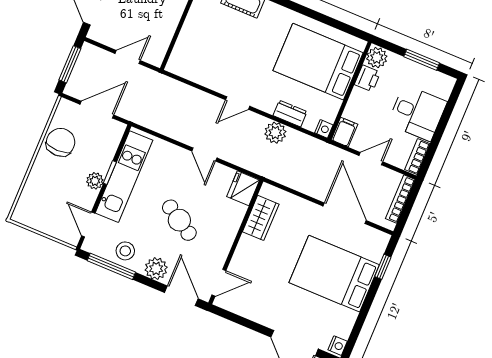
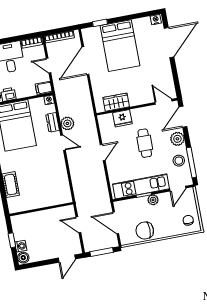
door: (238, 103) -> (63, 143), moved
fridge: (243, 188) -> (122, 118), moved
chair: (36, 210) -> (188, 220), added
cafe table: (179, 220) -> (145, 143), turned -31

